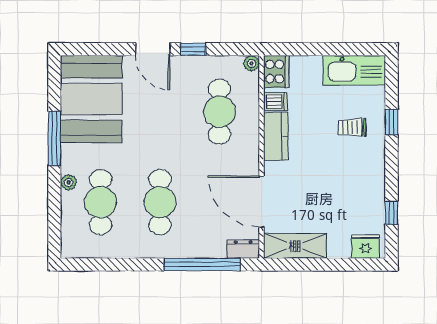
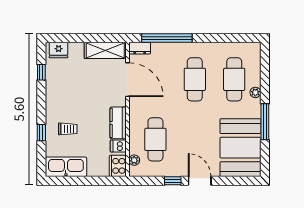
plant: (251, 63) -> (134, 160), moved

